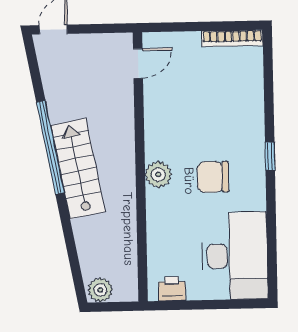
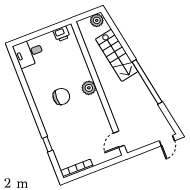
window: (270, 156) -> (48, 144), moved
stairs: (78, 169) -> (117, 55), moved
desk: (235, 256) -> (29, 53), width x0.53, depth x0.77

